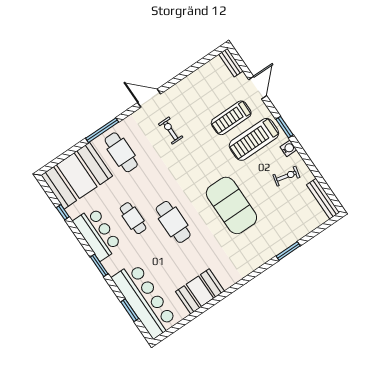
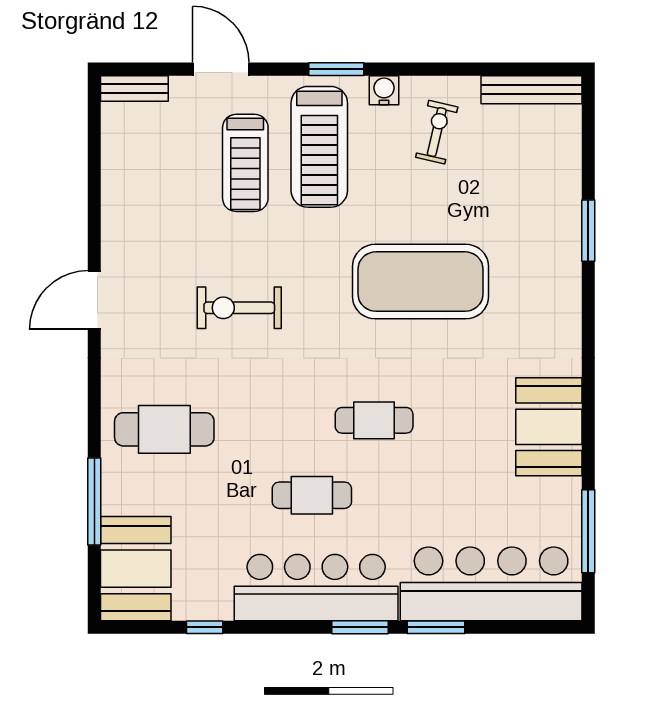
window: (102, 130) -> (94, 502), moved
exercise bike: (171, 131) -> (239, 308), moved, width x1.38, depth x1.39
booth: (77, 176) -> (136, 569), width x0.73, depth x0.70
cafe table: (173, 222) -> (374, 420), width x0.73, depth x0.74
bar counter: (97, 234) -> (316, 588), width x1.36
booth: (200, 291) -> (549, 427), moved
window: (130, 310) -> (436, 627), moved
window: (185, 321) -> (588, 531), added

